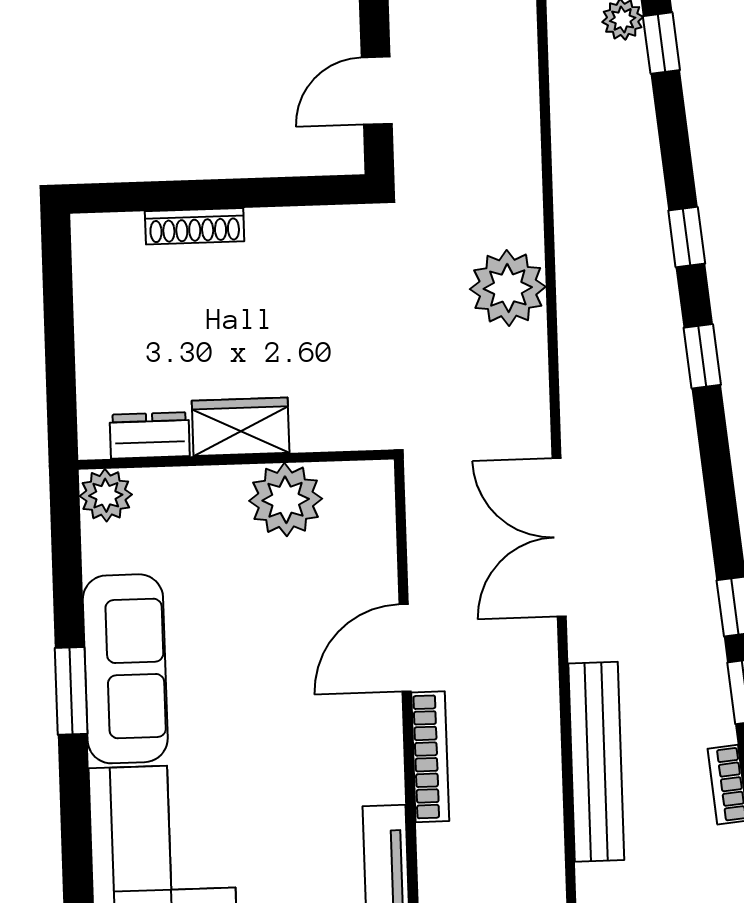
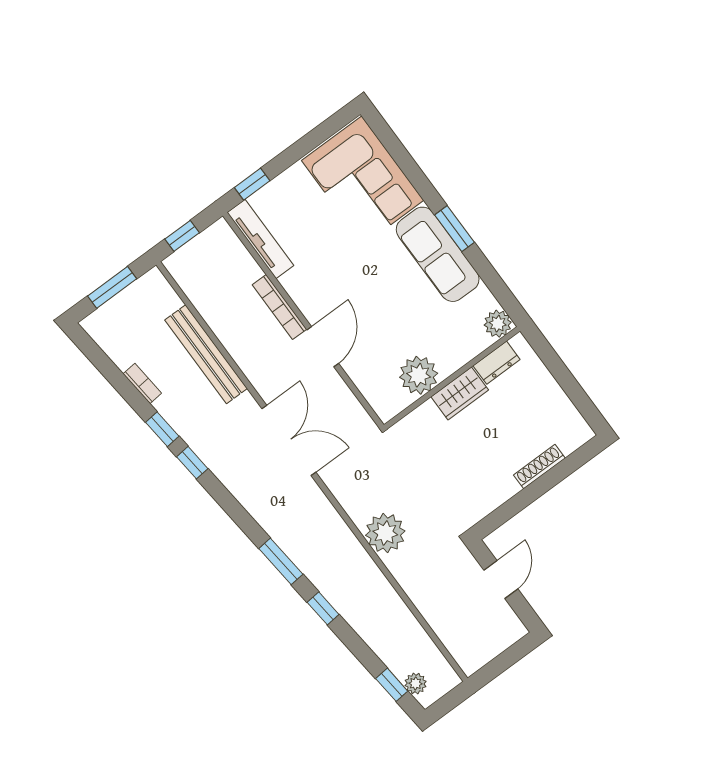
window: (702, 356) -> (281, 561), width x1.50

